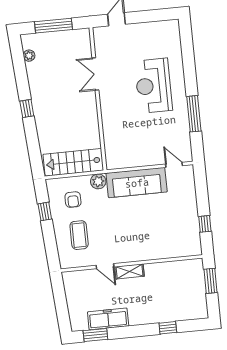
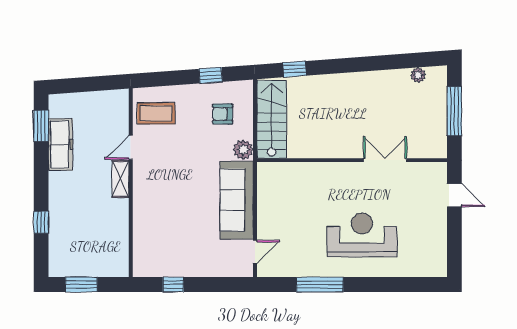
window: (27, 109) -> (295, 69), moved
coffee table: (79, 235) -> (156, 113), moved
window: (210, 281) -> (81, 284), moved

